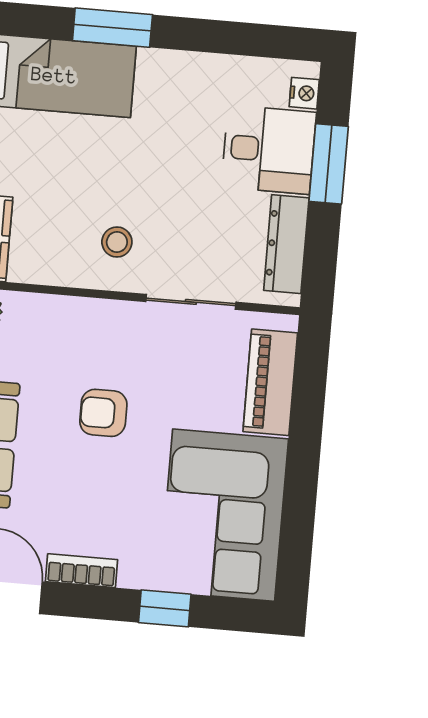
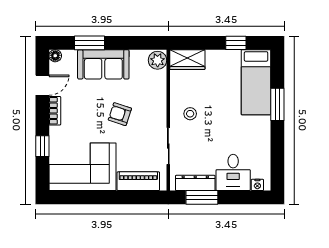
window: (329, 164) -> (202, 197), moved
armchair: (103, 413) -> (120, 114), turned -72

